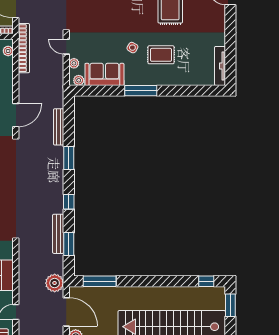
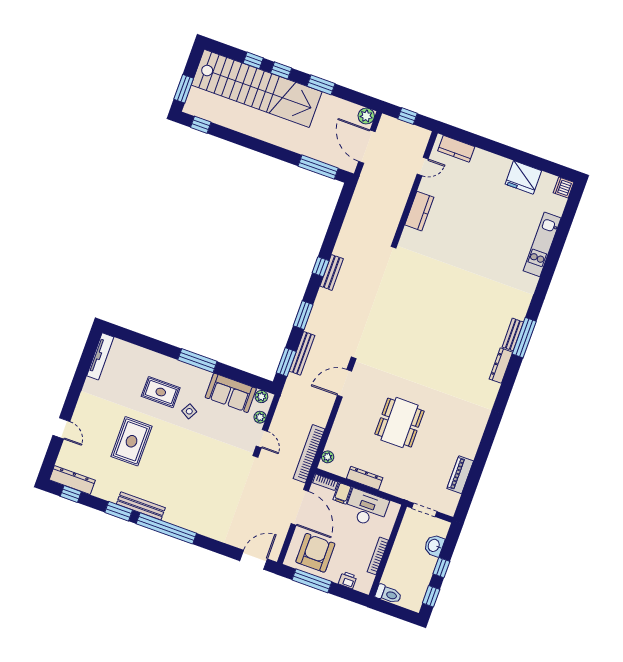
bench: (58, 234) -> (332, 272), moved, width x0.73
window: (69, 244) -> (286, 362), moved
plant: (55, 283) -> (368, 183), removed

